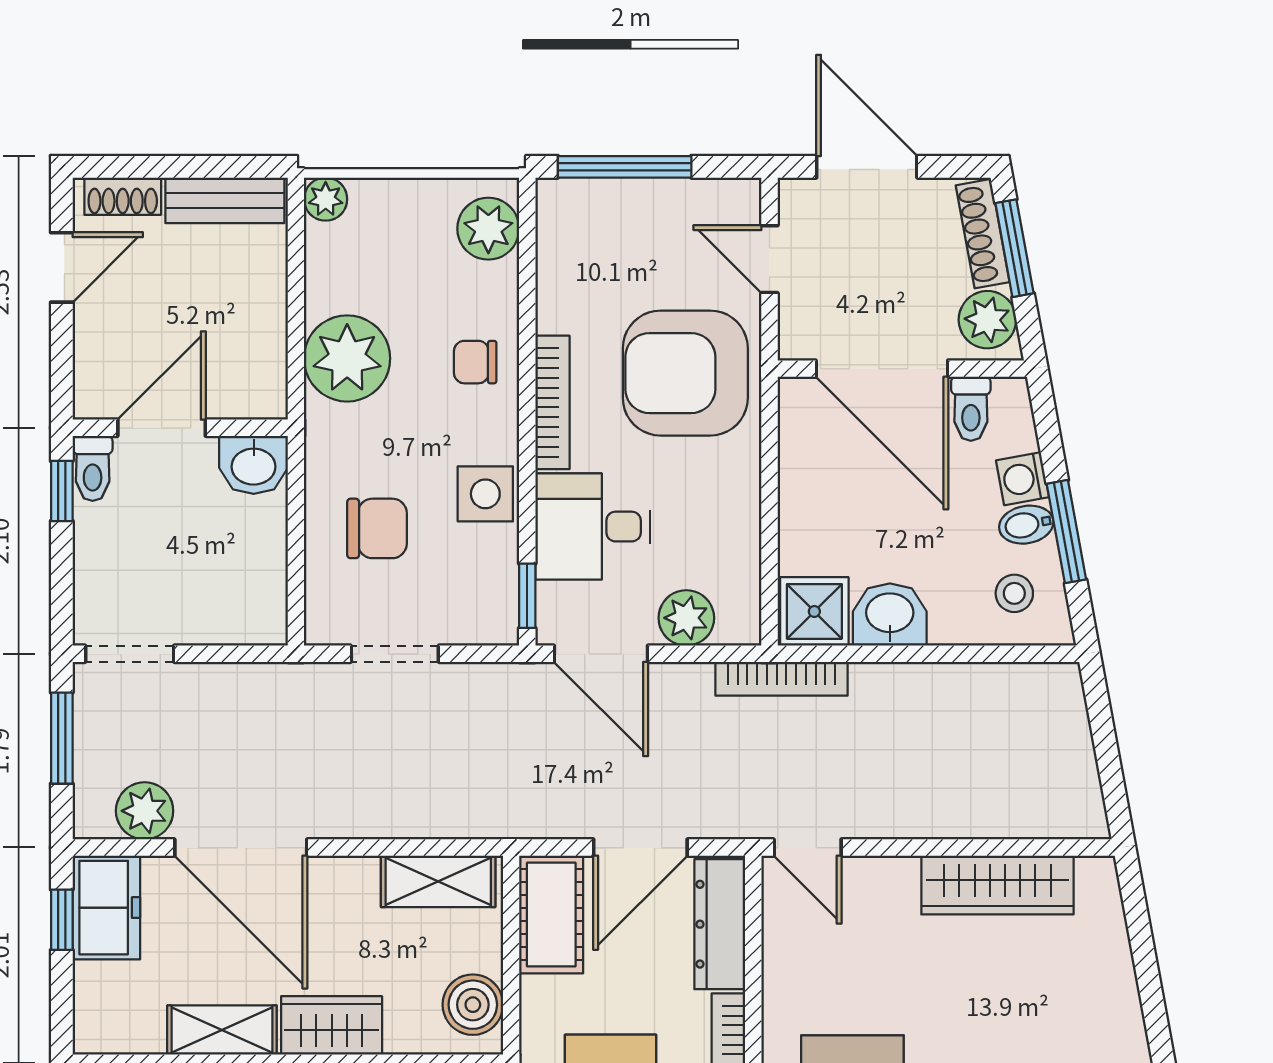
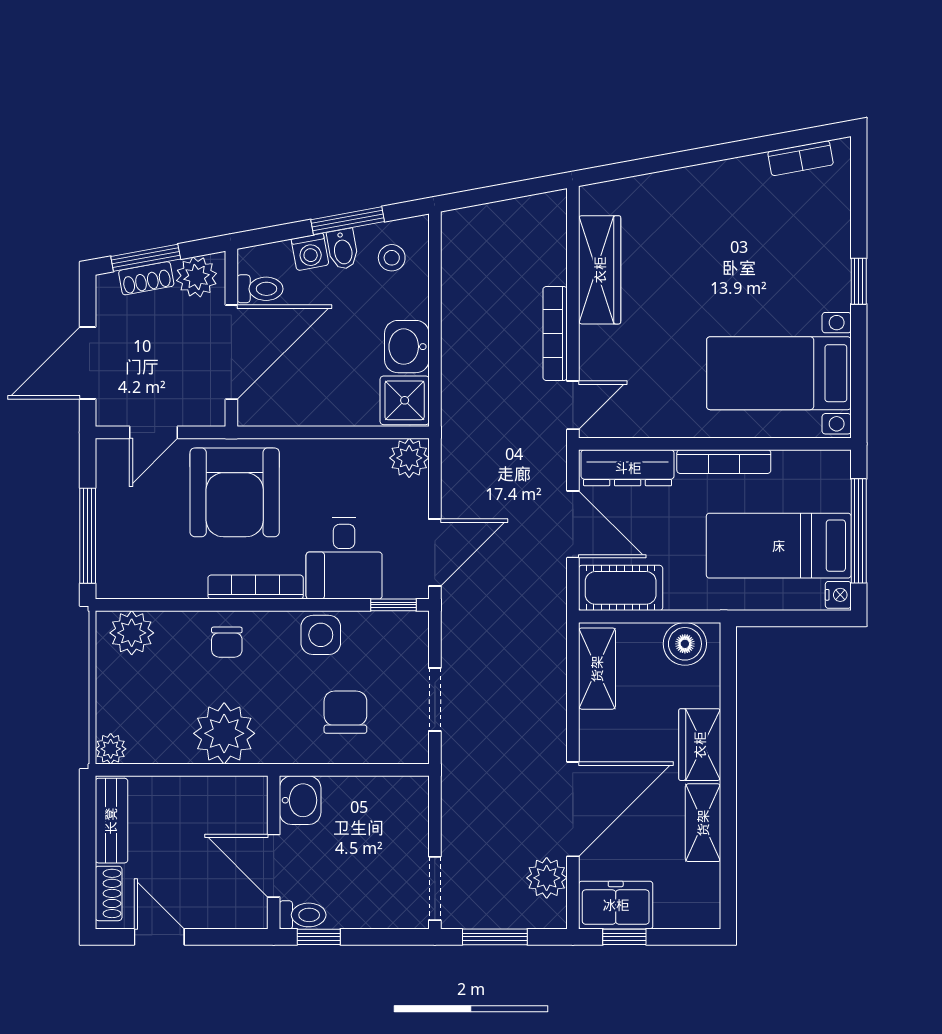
shoe rack: (983, 234) -> (146, 278), width x0.70
plant: (686, 618) -> (409, 458), moved
bookcase: (782, 679) -> (555, 333), moved, turned 180

